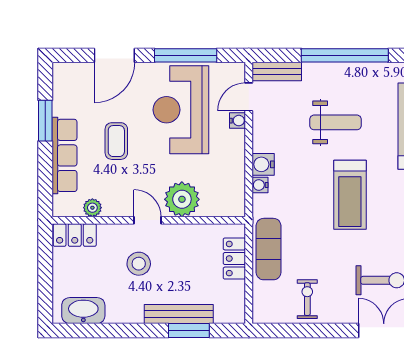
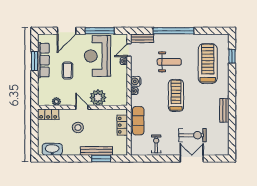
row of seats: (64, 155) -> (43, 60), moved
treadmill: (350, 195) -> (176, 95), turned 180

